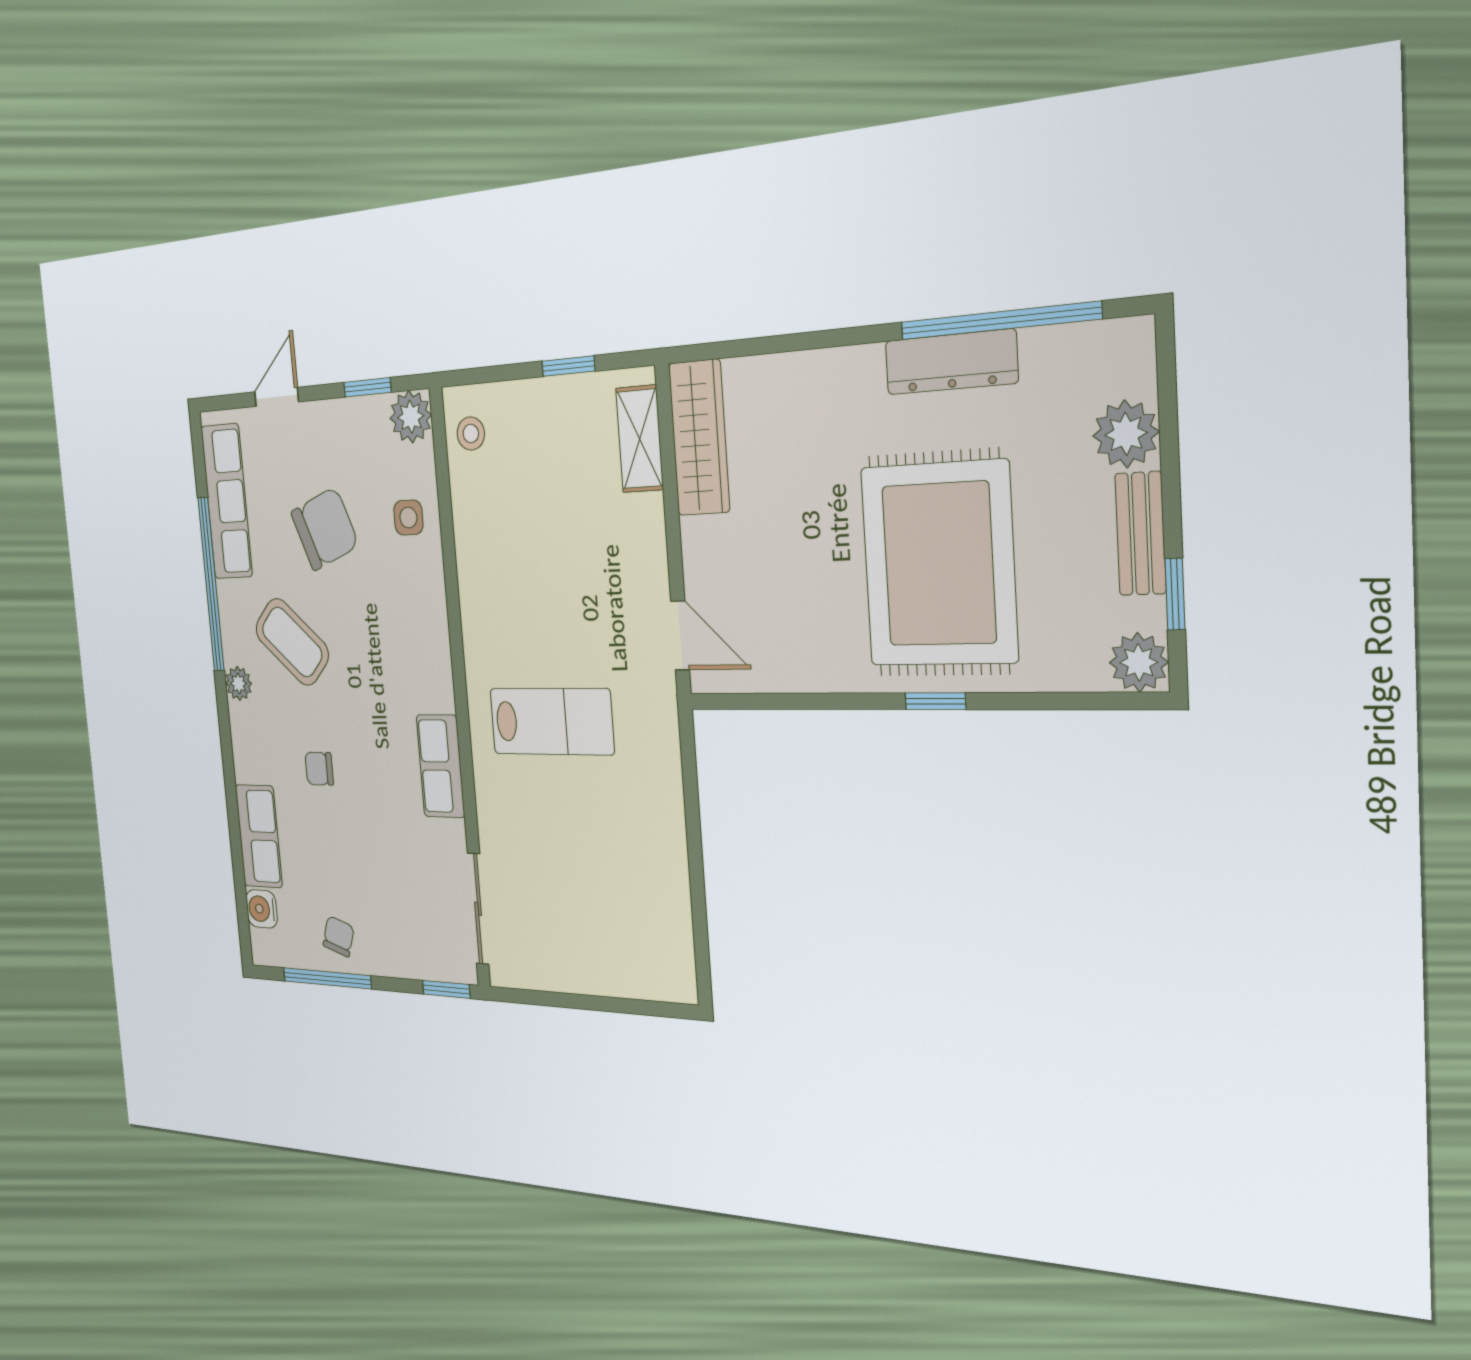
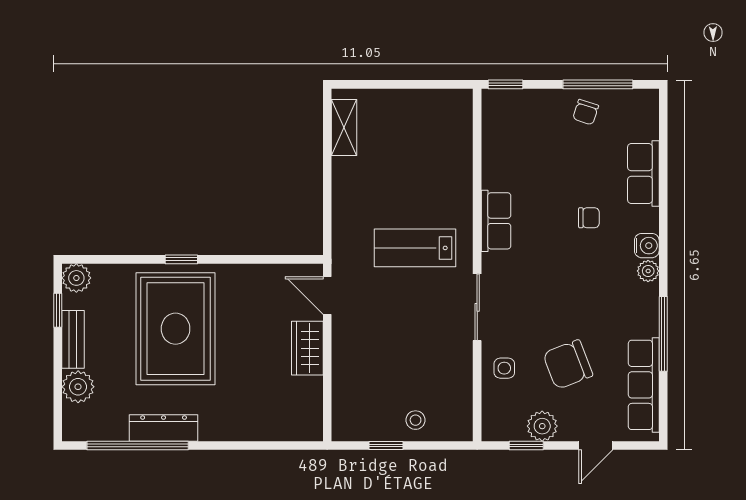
plant: (411, 417) -> (542, 426), moved
stool: (471, 433) -> (416, 420), moved
wardrobe: (699, 438) -> (307, 348), moved, width x0.67
shelving: (640, 439) -> (344, 127), moved
window: (211, 584) -> (663, 334), width x0.68
coffee table: (292, 642) -> (601, 297), removed
water cooler: (262, 909) -> (647, 246), moved
sliding door: (478, 909) -> (477, 307), moved

